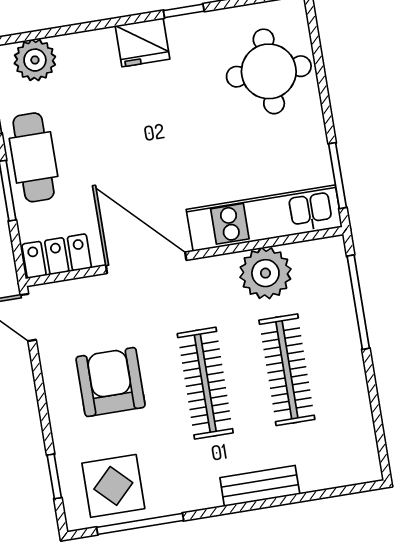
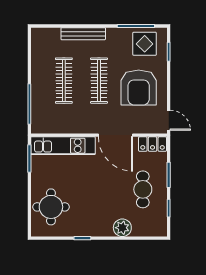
fridge: (143, 42) -> (102, 228), removed
plant: (35, 60) -> (122, 228), moved
cafe table: (34, 157) -> (143, 189), moved
plant: (265, 273) -> (66, 123), removed
armchair: (111, 382) -> (139, 88), width x1.36, depth x1.36
bench: (260, 486) -> (83, 34), width x1.36

